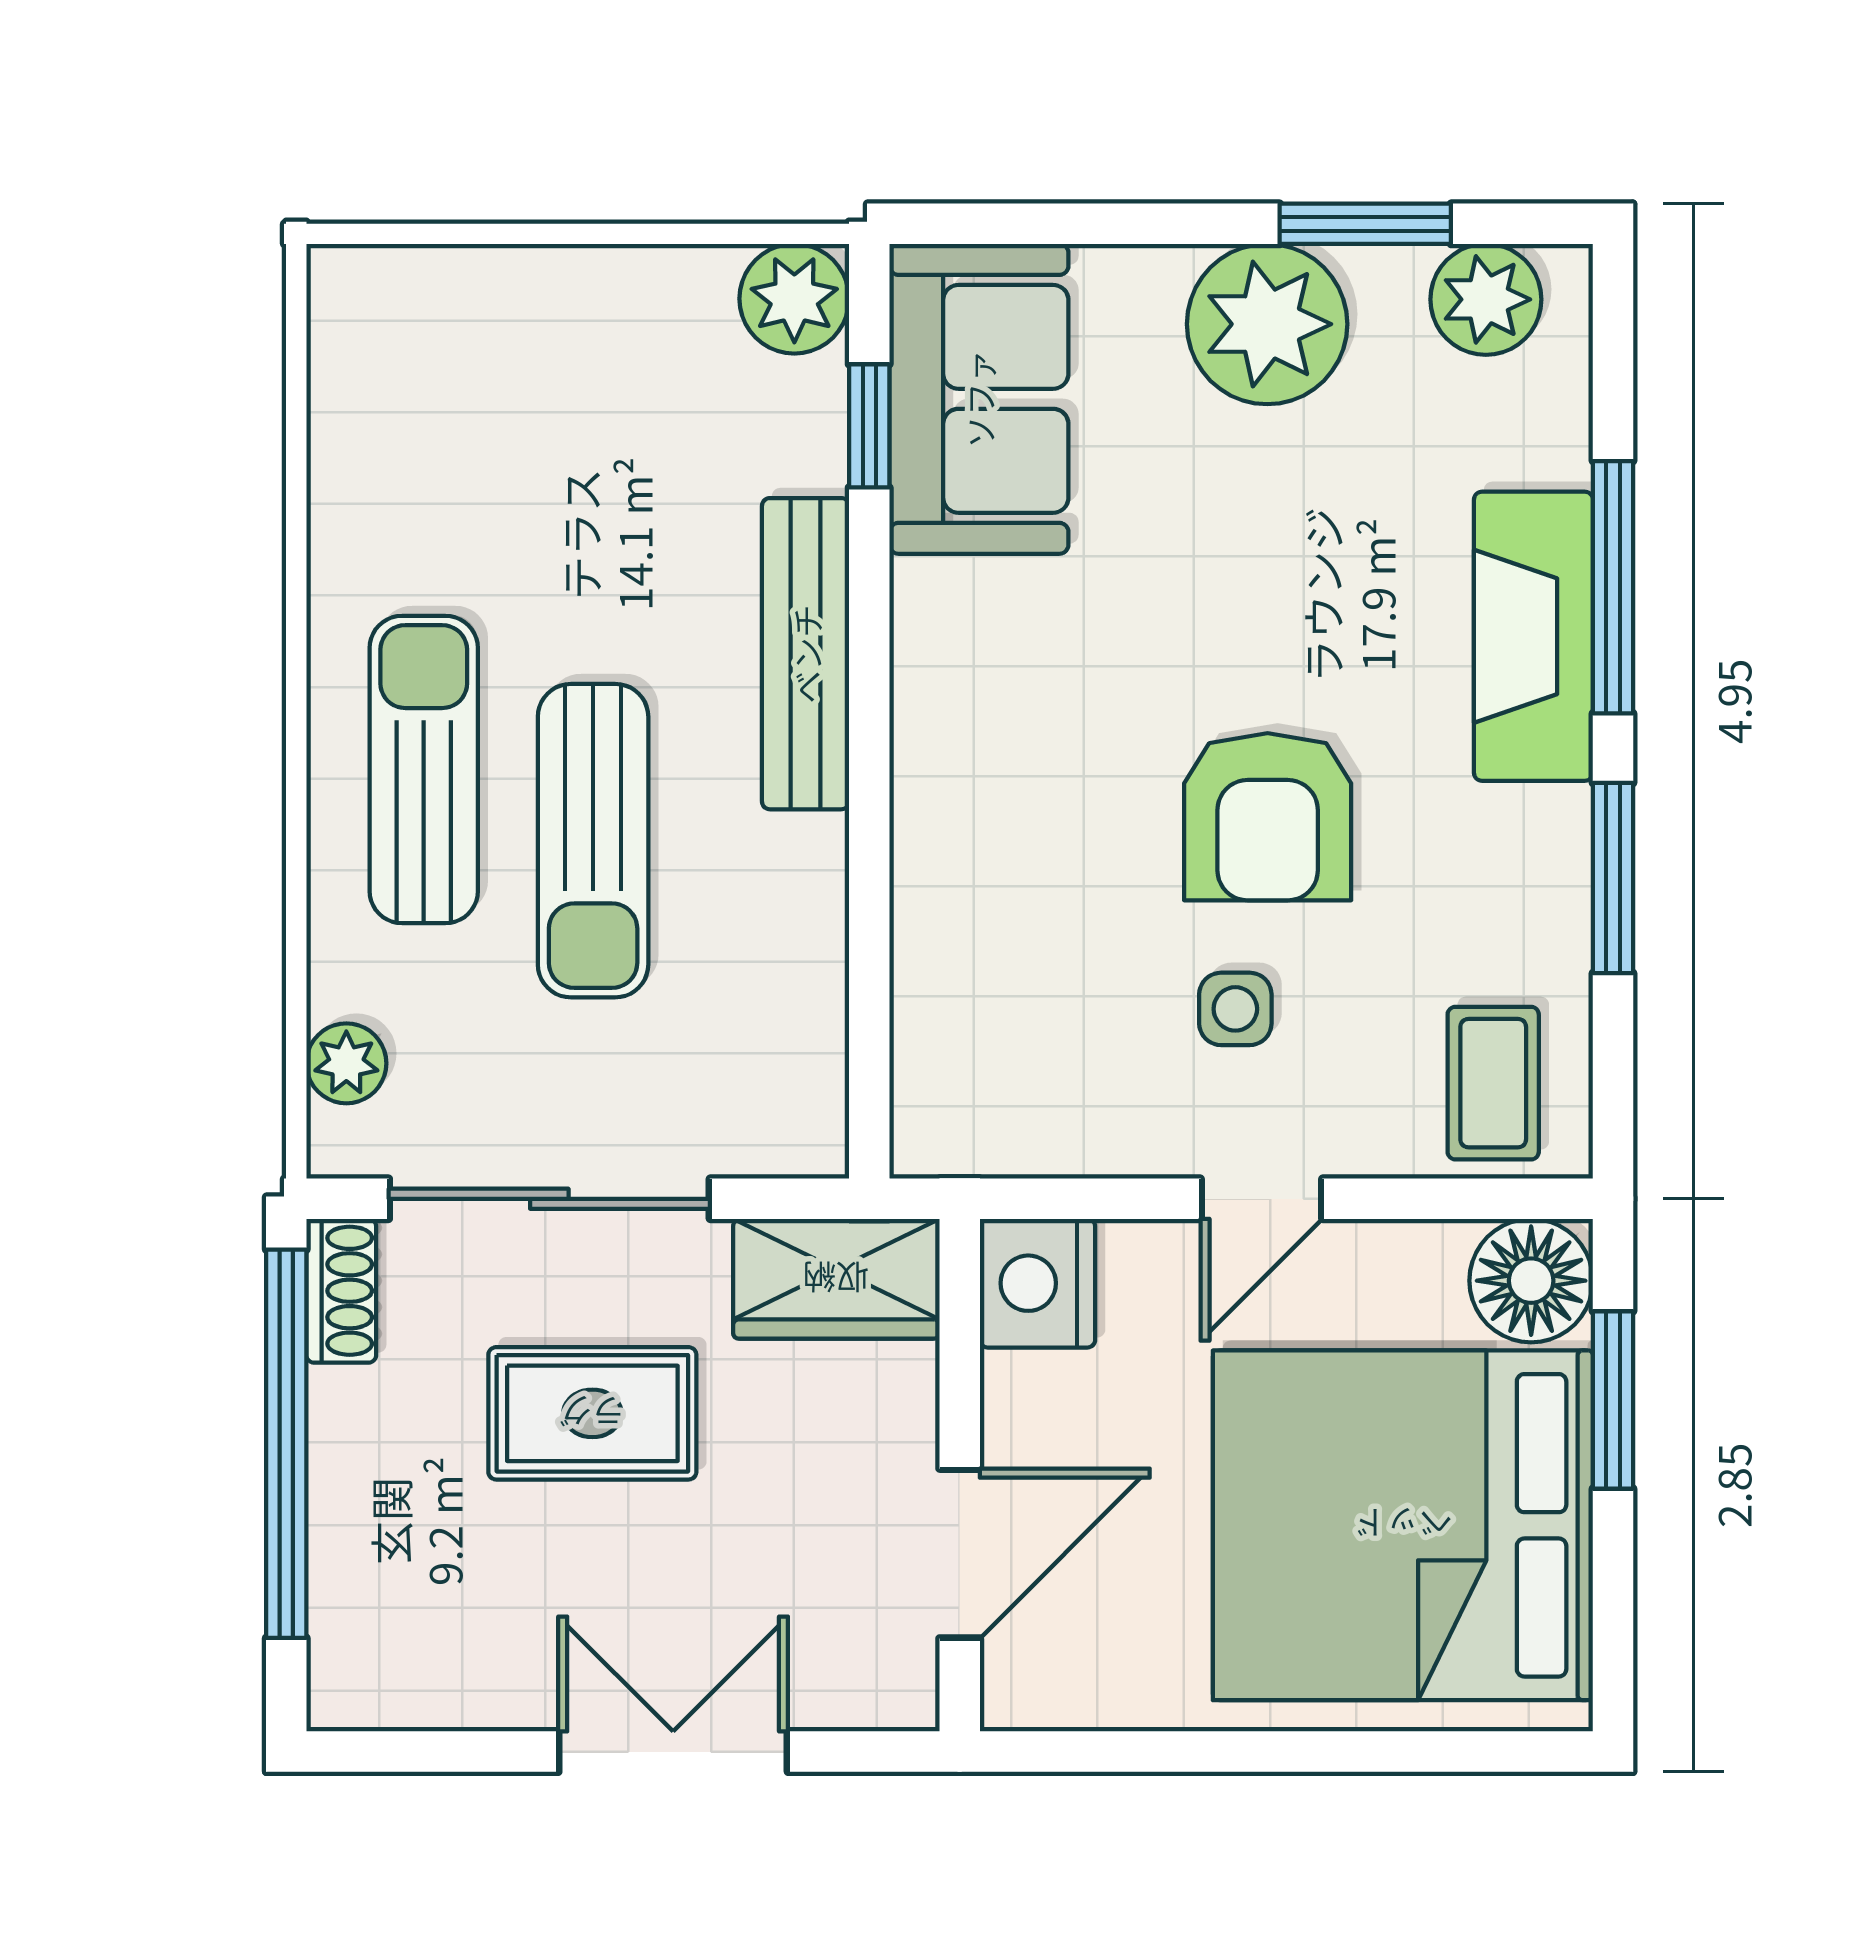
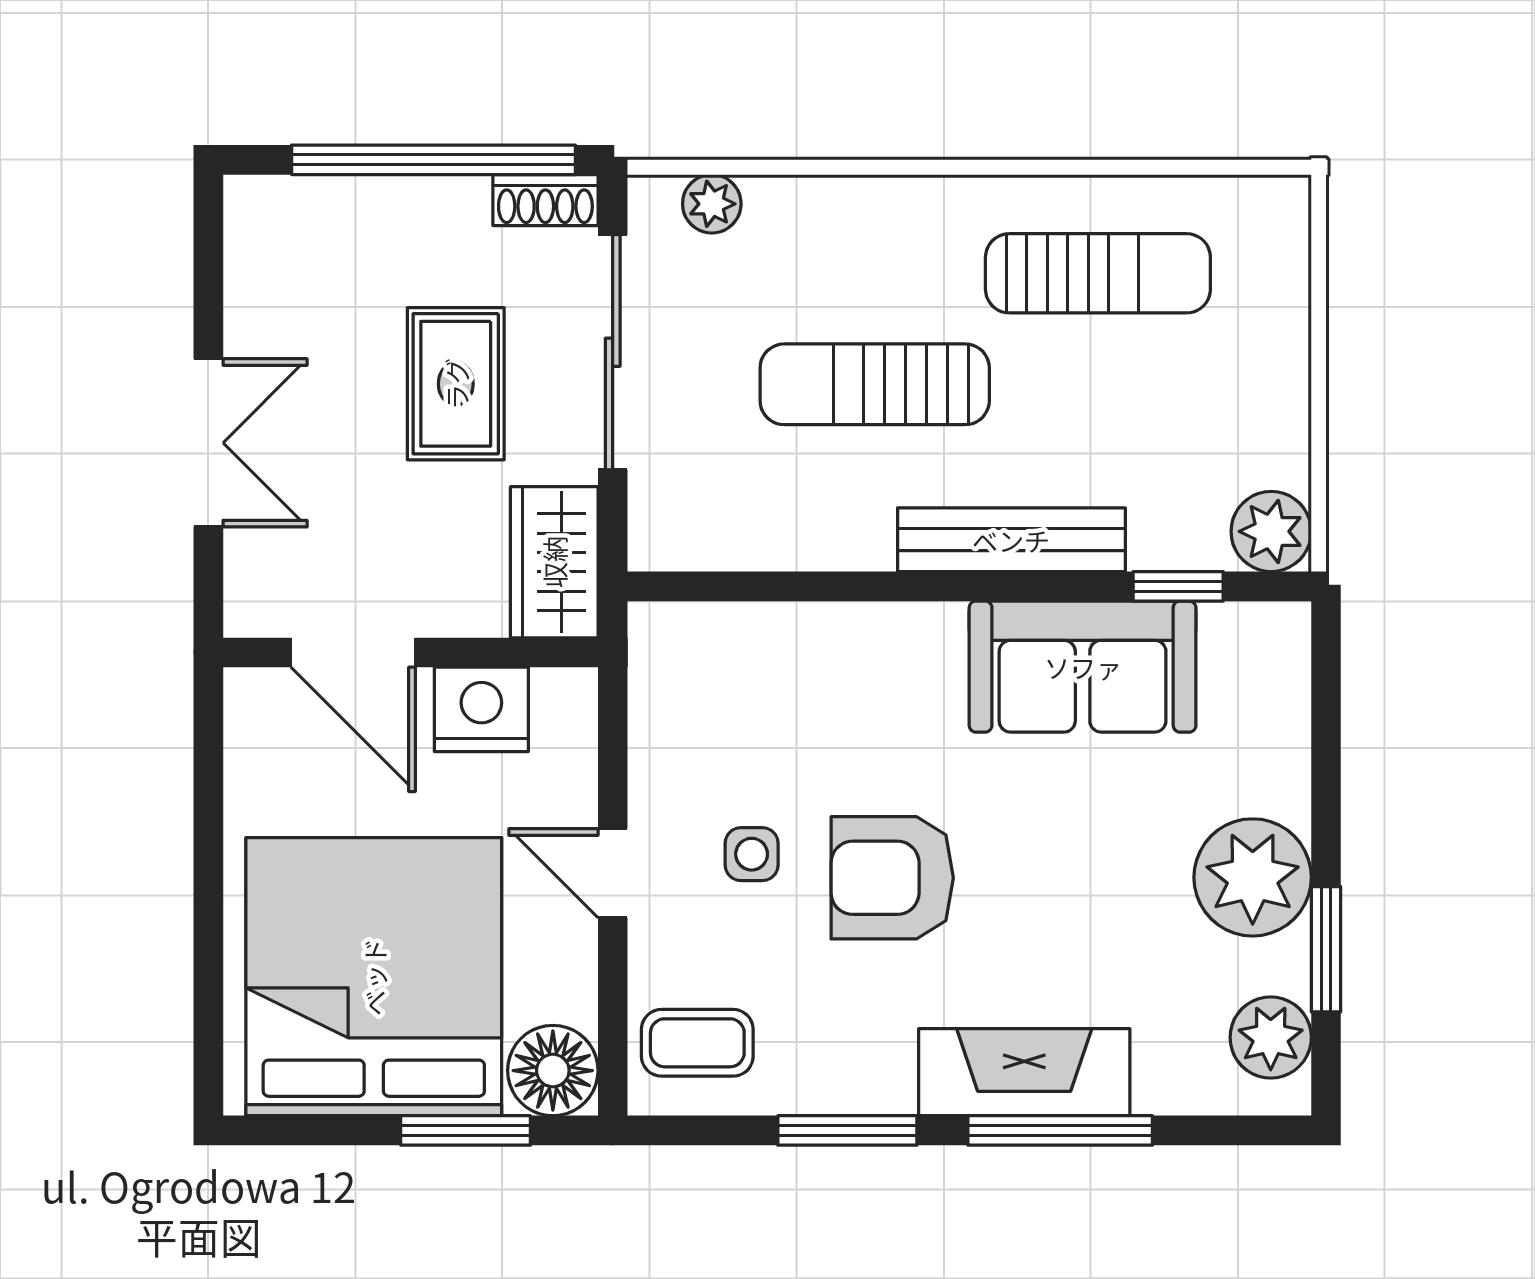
sofa: (979, 399) -> (1083, 667), moved
sun lounger: (424, 770) -> (1098, 273), moved
nightstand: (1037, 1283) -> (481, 709), moved

